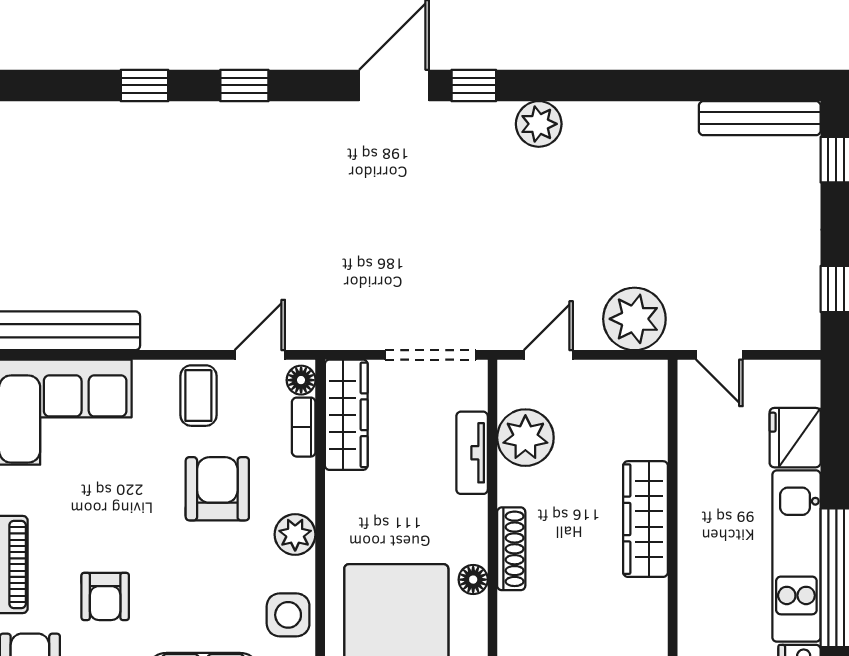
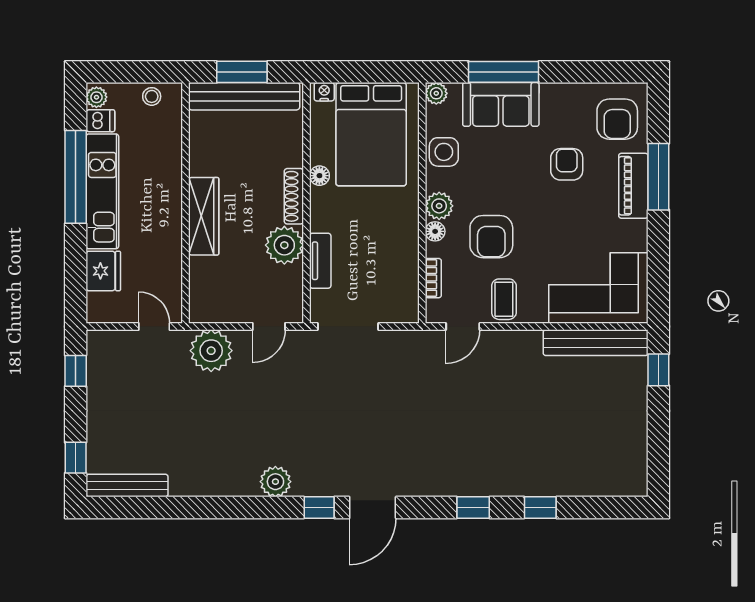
floor lamp: (301, 380) -> (435, 231), moved
wardrobe: (346, 415) -> (405, 286), removed
plant: (525, 438) -> (284, 245), moved

